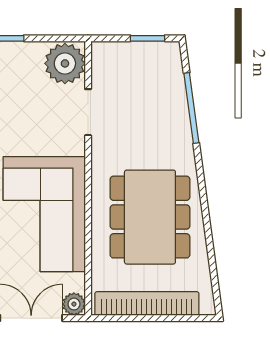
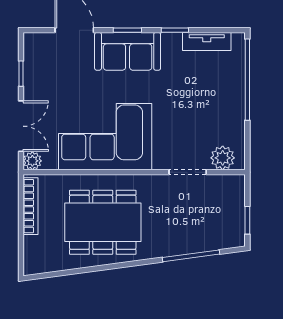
plant: (65, 63) -> (223, 158), width x0.73, depth x0.73
bookcase: (147, 304) -> (30, 206), width x0.68, depth x0.76

